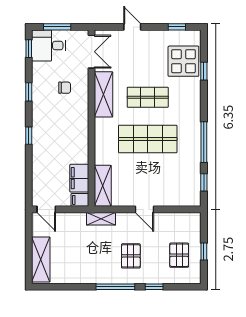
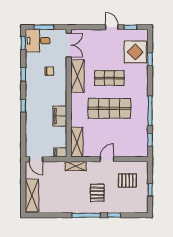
door: (132, 27) -> (112, 27), moved
filing cabinet: (79, 178) -> (60, 116), moved
door: (144, 209) -> (107, 159), swing flipped
pallet: (179, 255) -> (127, 181), moved, turned 90

